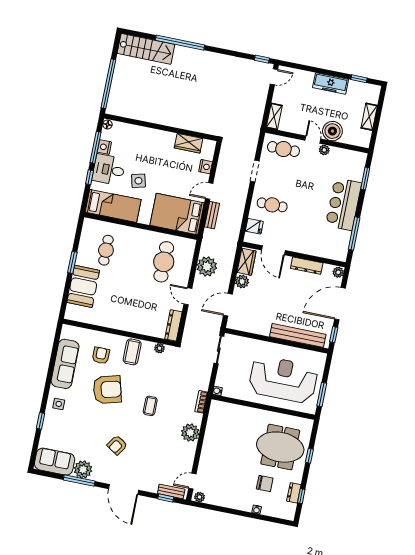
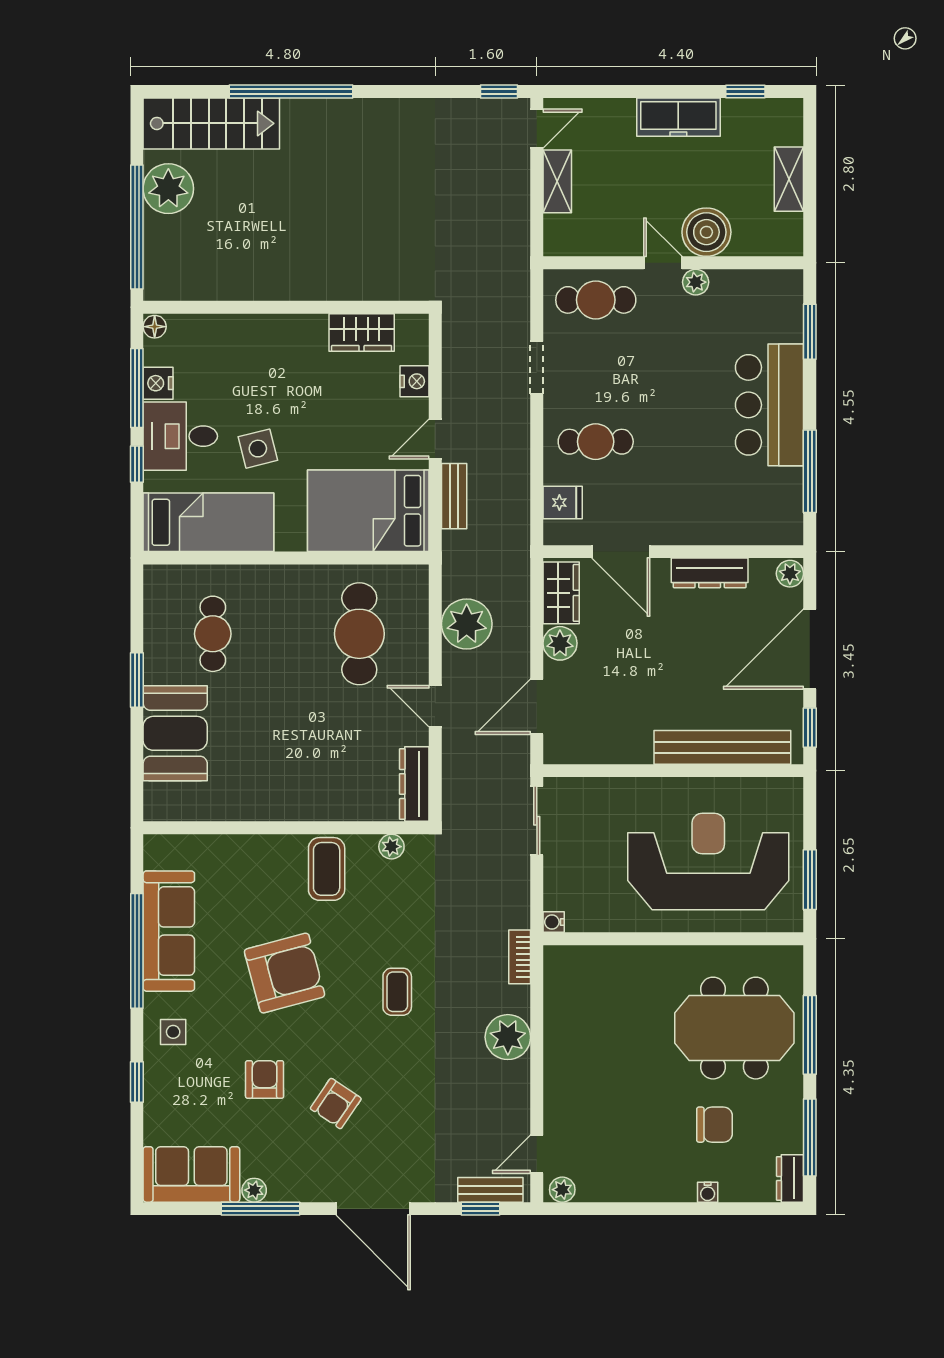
plant: (124, 71) -> (168, 189), added
shelving: (274, 116) -> (557, 181), moved
armchair: (101, 355) -> (265, 1079), moved
window: (51, 369) -> (137, 951), added
window: (309, 456) -> (810, 1035), width x2.17
plant: (83, 469) -> (254, 1190), width x0.53, depth x0.53
dresser: (294, 493) -> (790, 1178), moved
window: (301, 496) -> (810, 1137), width x2.17

